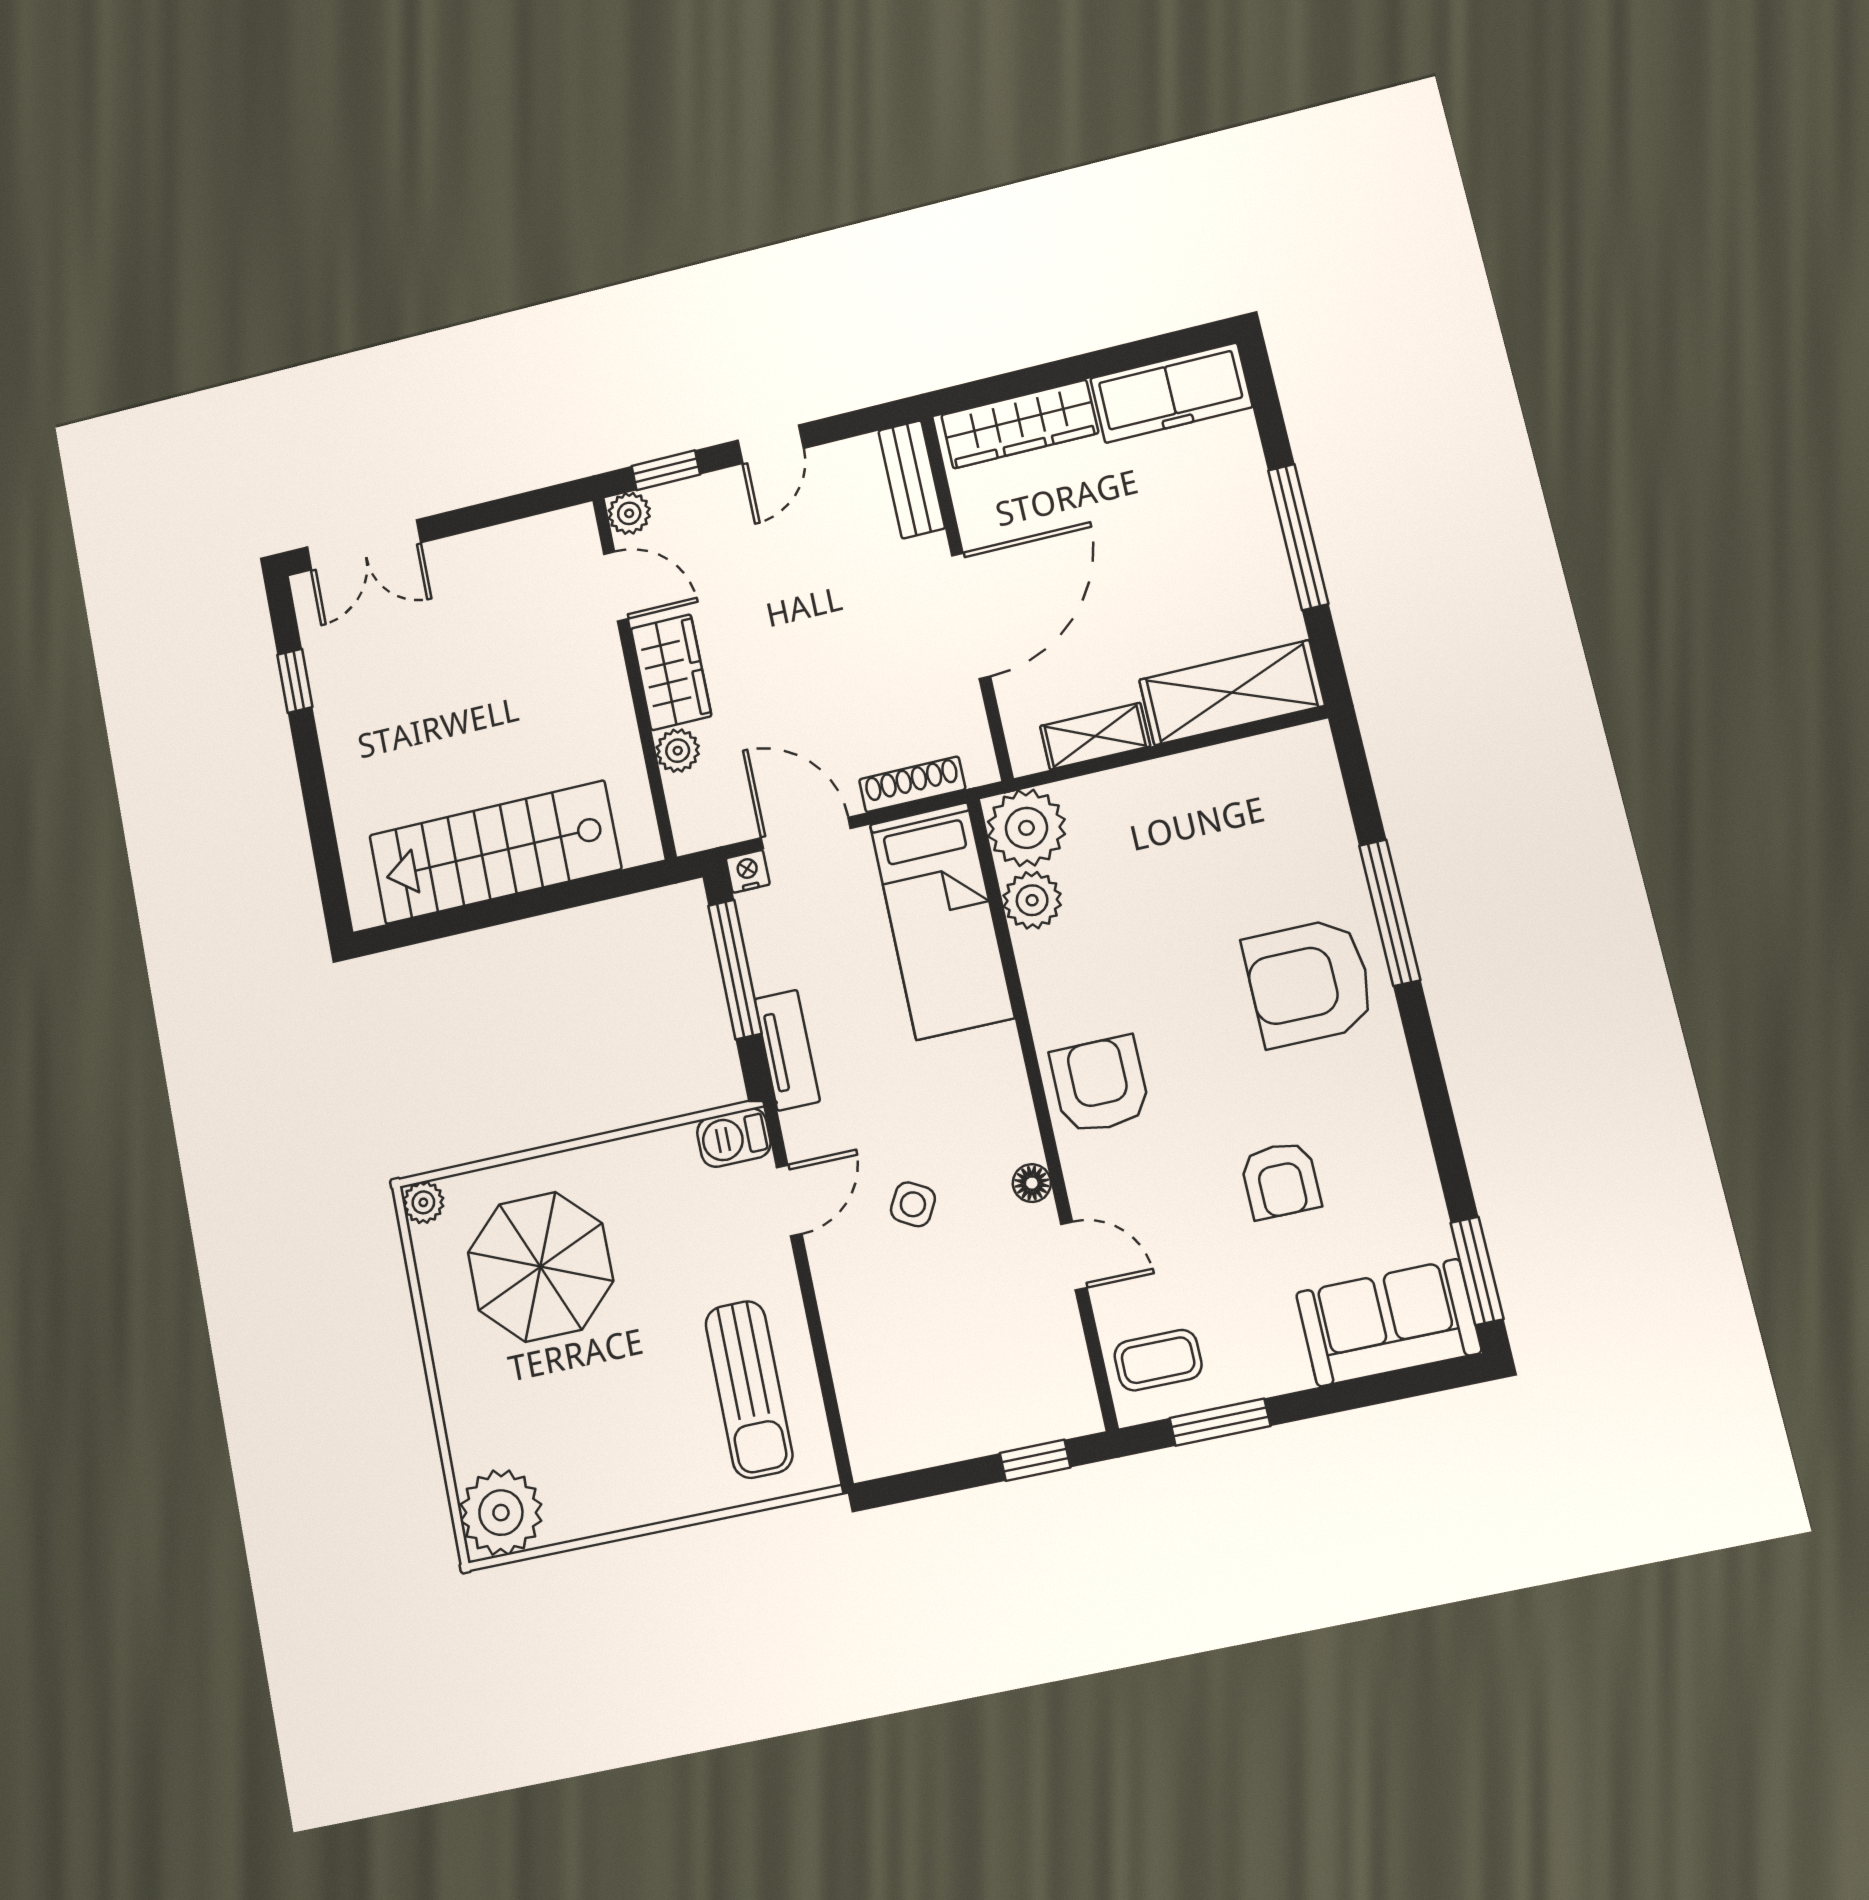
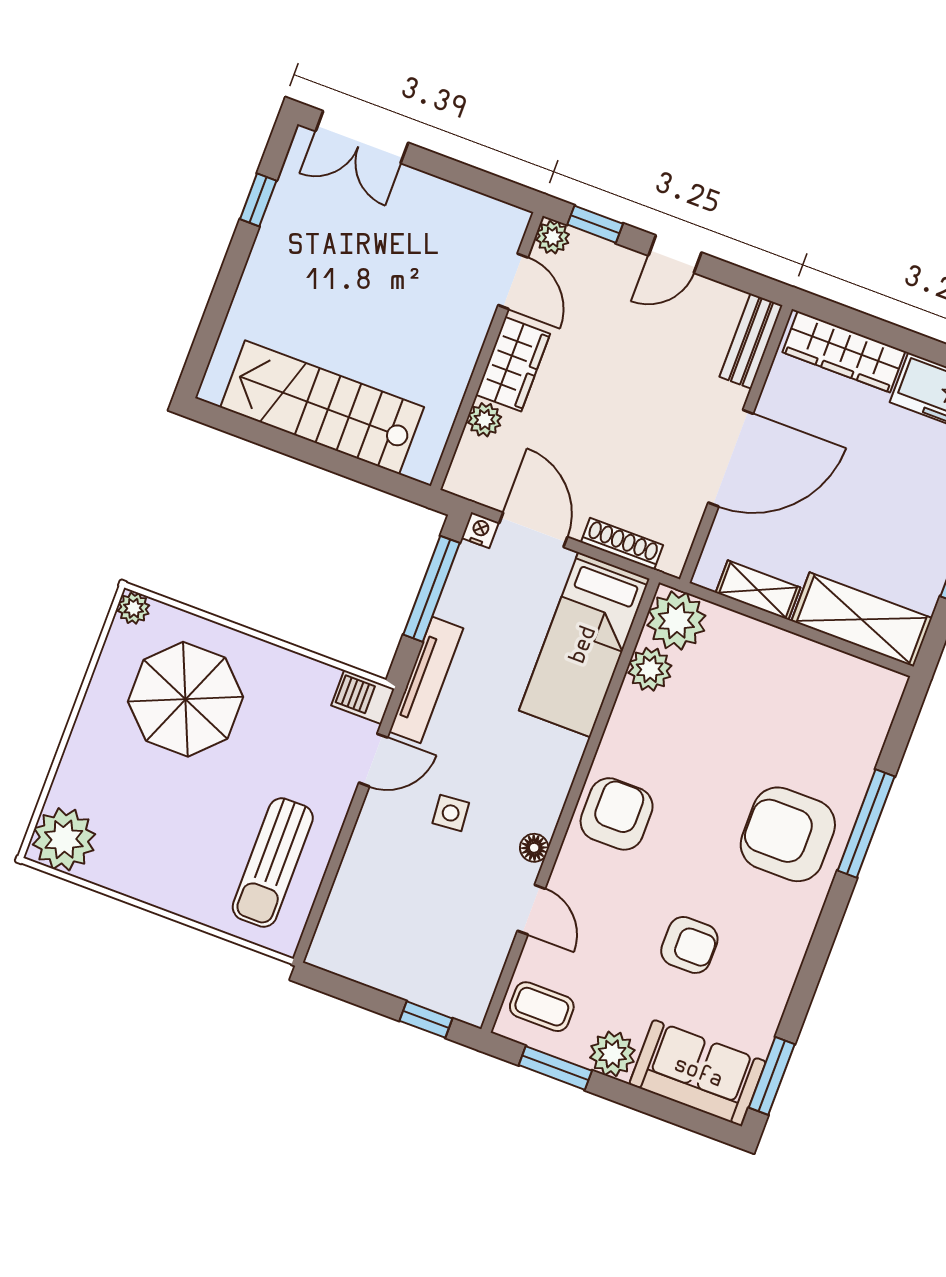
tv unit: (787, 1050) -> (426, 680), width x1.41
armchair: (1281, 1180) -> (689, 945), turned -90
side table: (913, 1204) -> (451, 813), turned -34
plant: (1275, 1363) -> (612, 1054), added

